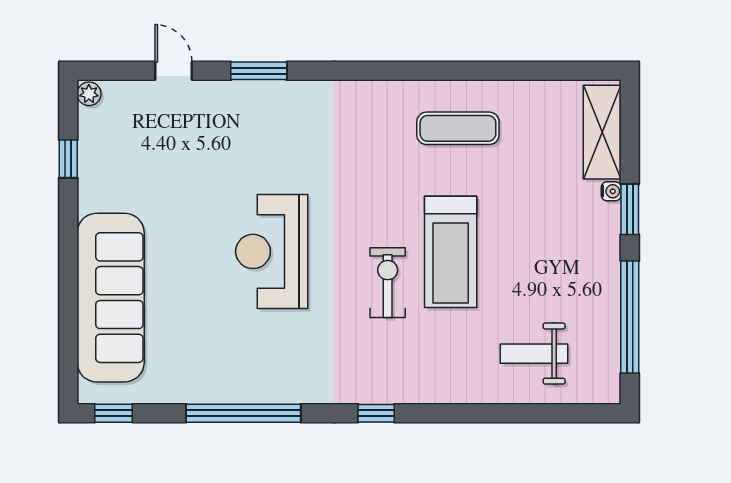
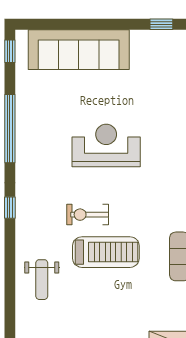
treadmill: (451, 252) -> (106, 252), turned 180
exercise bike: (388, 283) -> (88, 215), turned 180
weight bench: (534, 354) -> (42, 280), moved, turned 180

